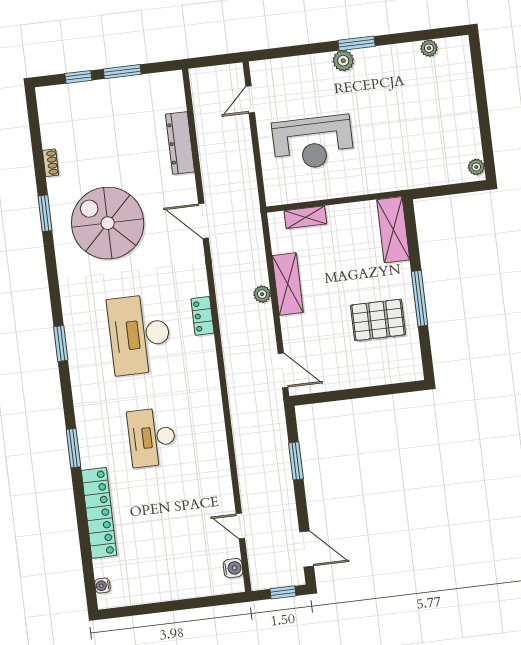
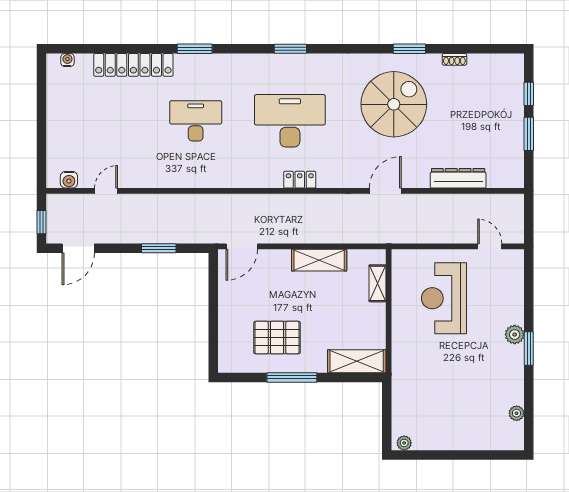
plant: (262, 294) -> (313, 236), removed
pallet: (378, 320) -> (277, 338), turned 90

